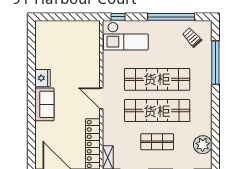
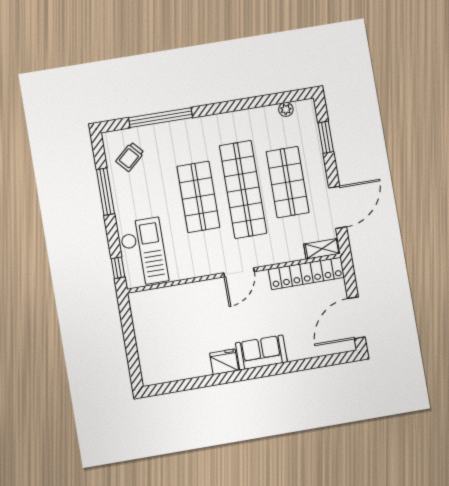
window: (171, 17) -> (105, 192), width x0.68
shop shelf: (157, 79) -> (198, 197), width x0.71
shop shelf: (157, 142) -> (288, 182), width x1.43, depth x1.36
plant: (203, 145) -> (286, 109), width x0.53, depth x0.53

